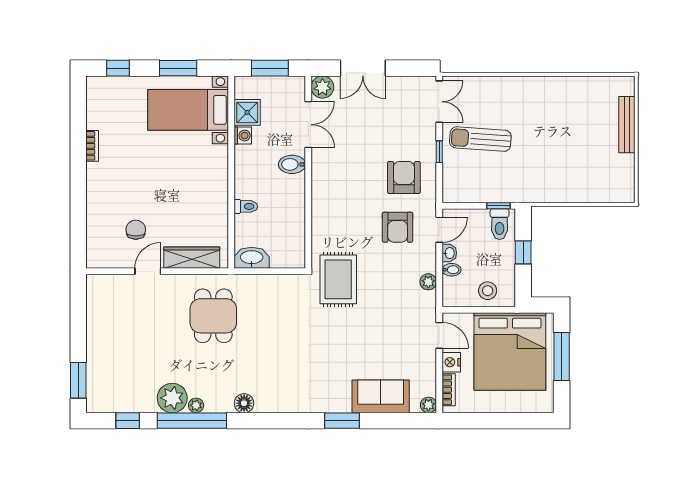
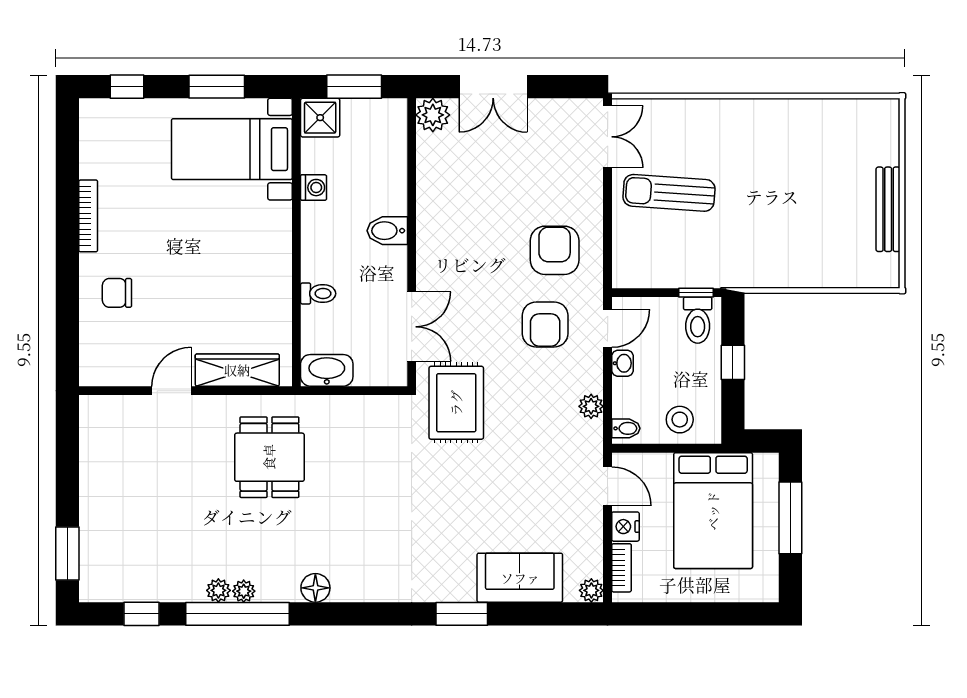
shower: (247, 112) -> (320, 118), moved
double door: (308, 125) -> (412, 327), moved
bench: (627, 125) -> (888, 209), moved
bookcase: (92, 146) -> (88, 216), width x1.56
window: (439, 152) -> (608, 212), removed
chair: (136, 230) -> (117, 293), moved, turned -90
bidet: (452, 270) -> (626, 428), moved
bed: (510, 352) -> (713, 511), width x0.73
plant: (172, 398) -> (218, 590), width x0.53, depth x0.53

